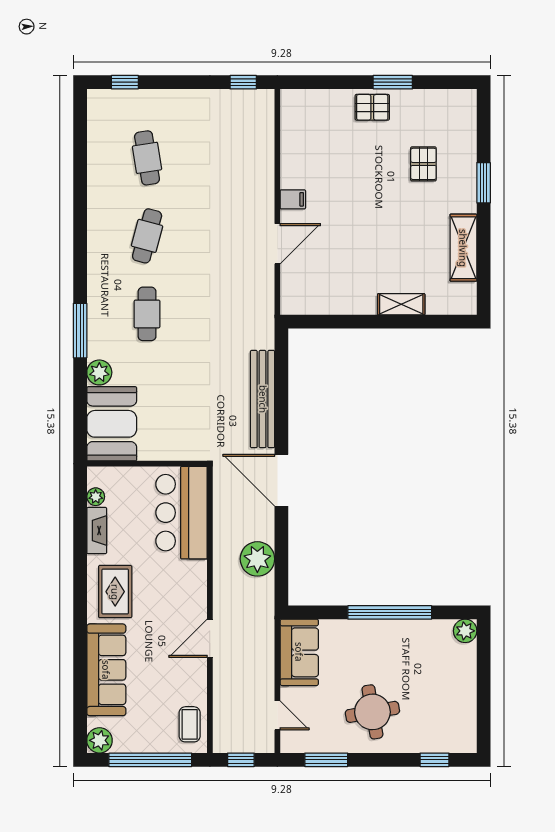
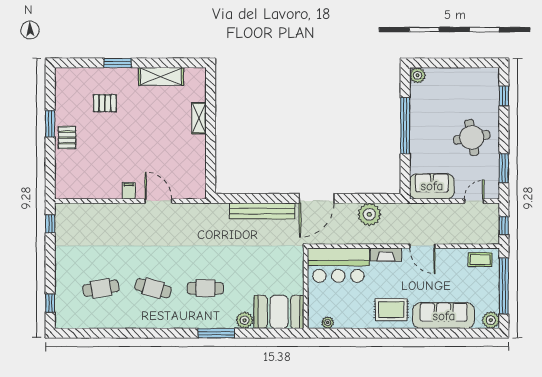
fireplace: (97, 531) -> (386, 255), moved, turned 180

